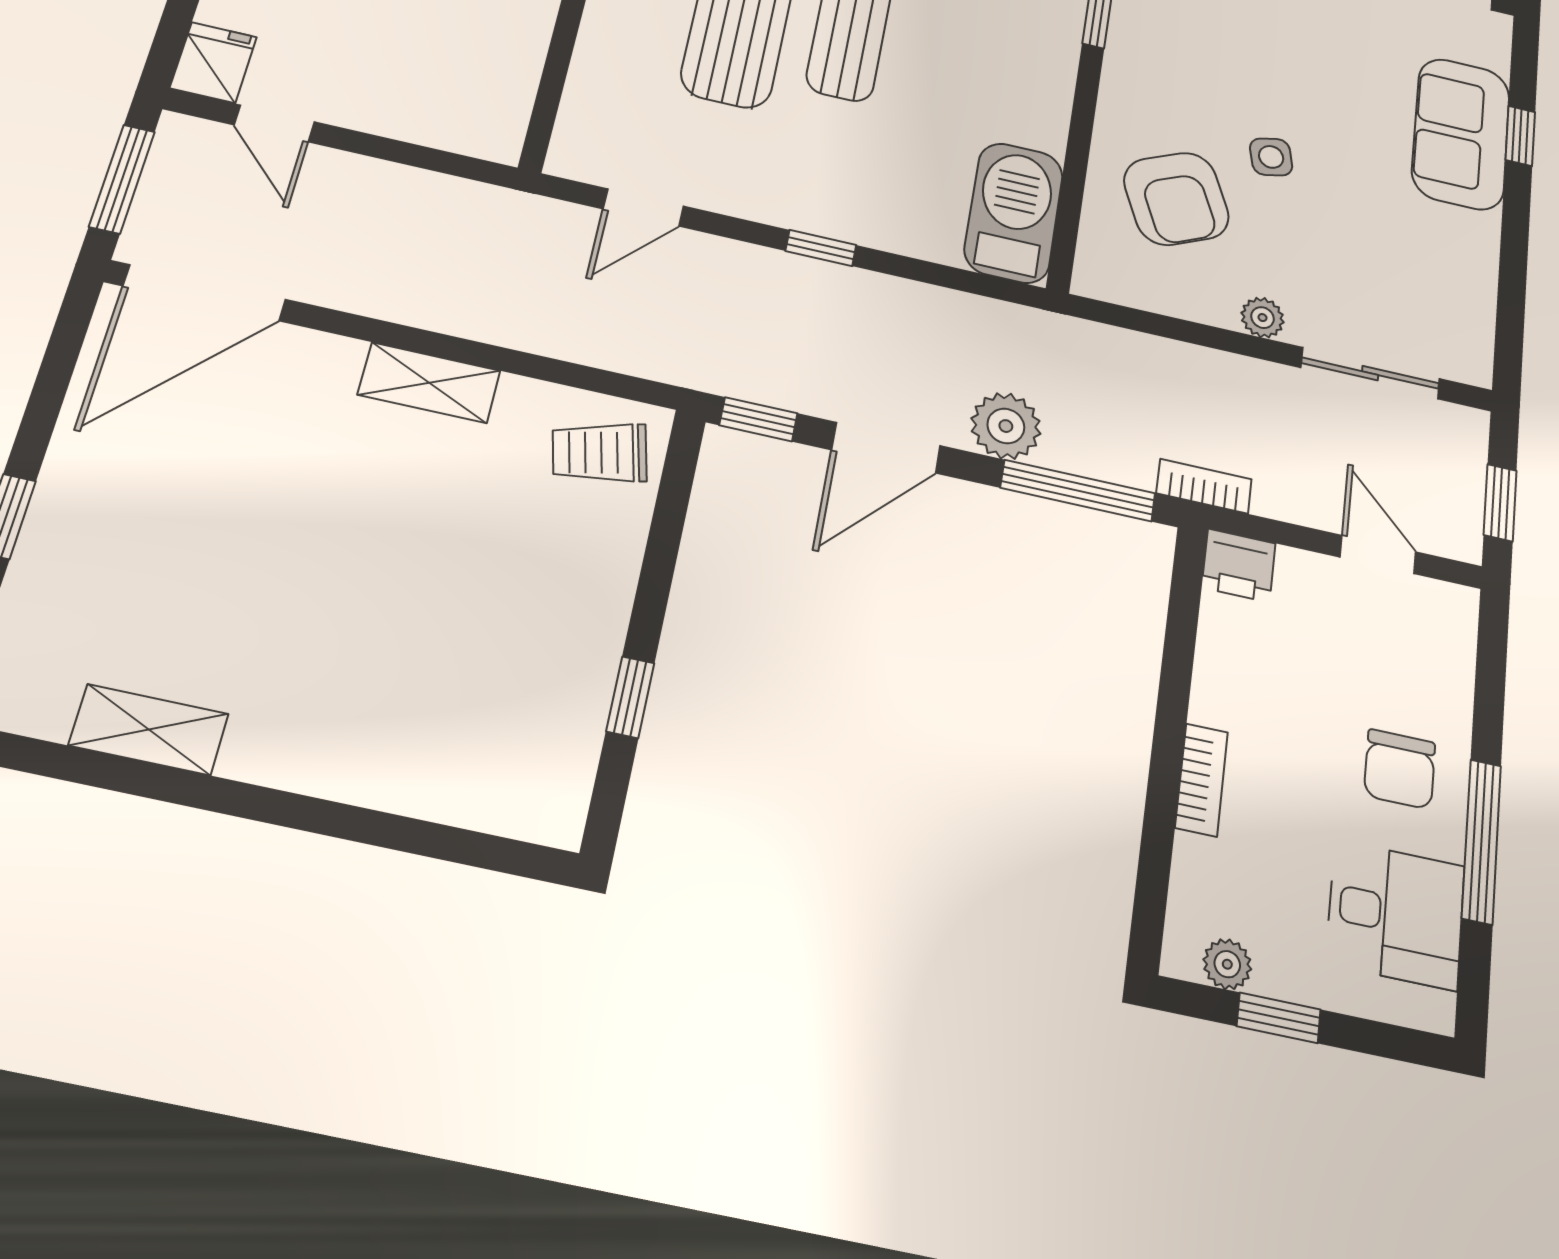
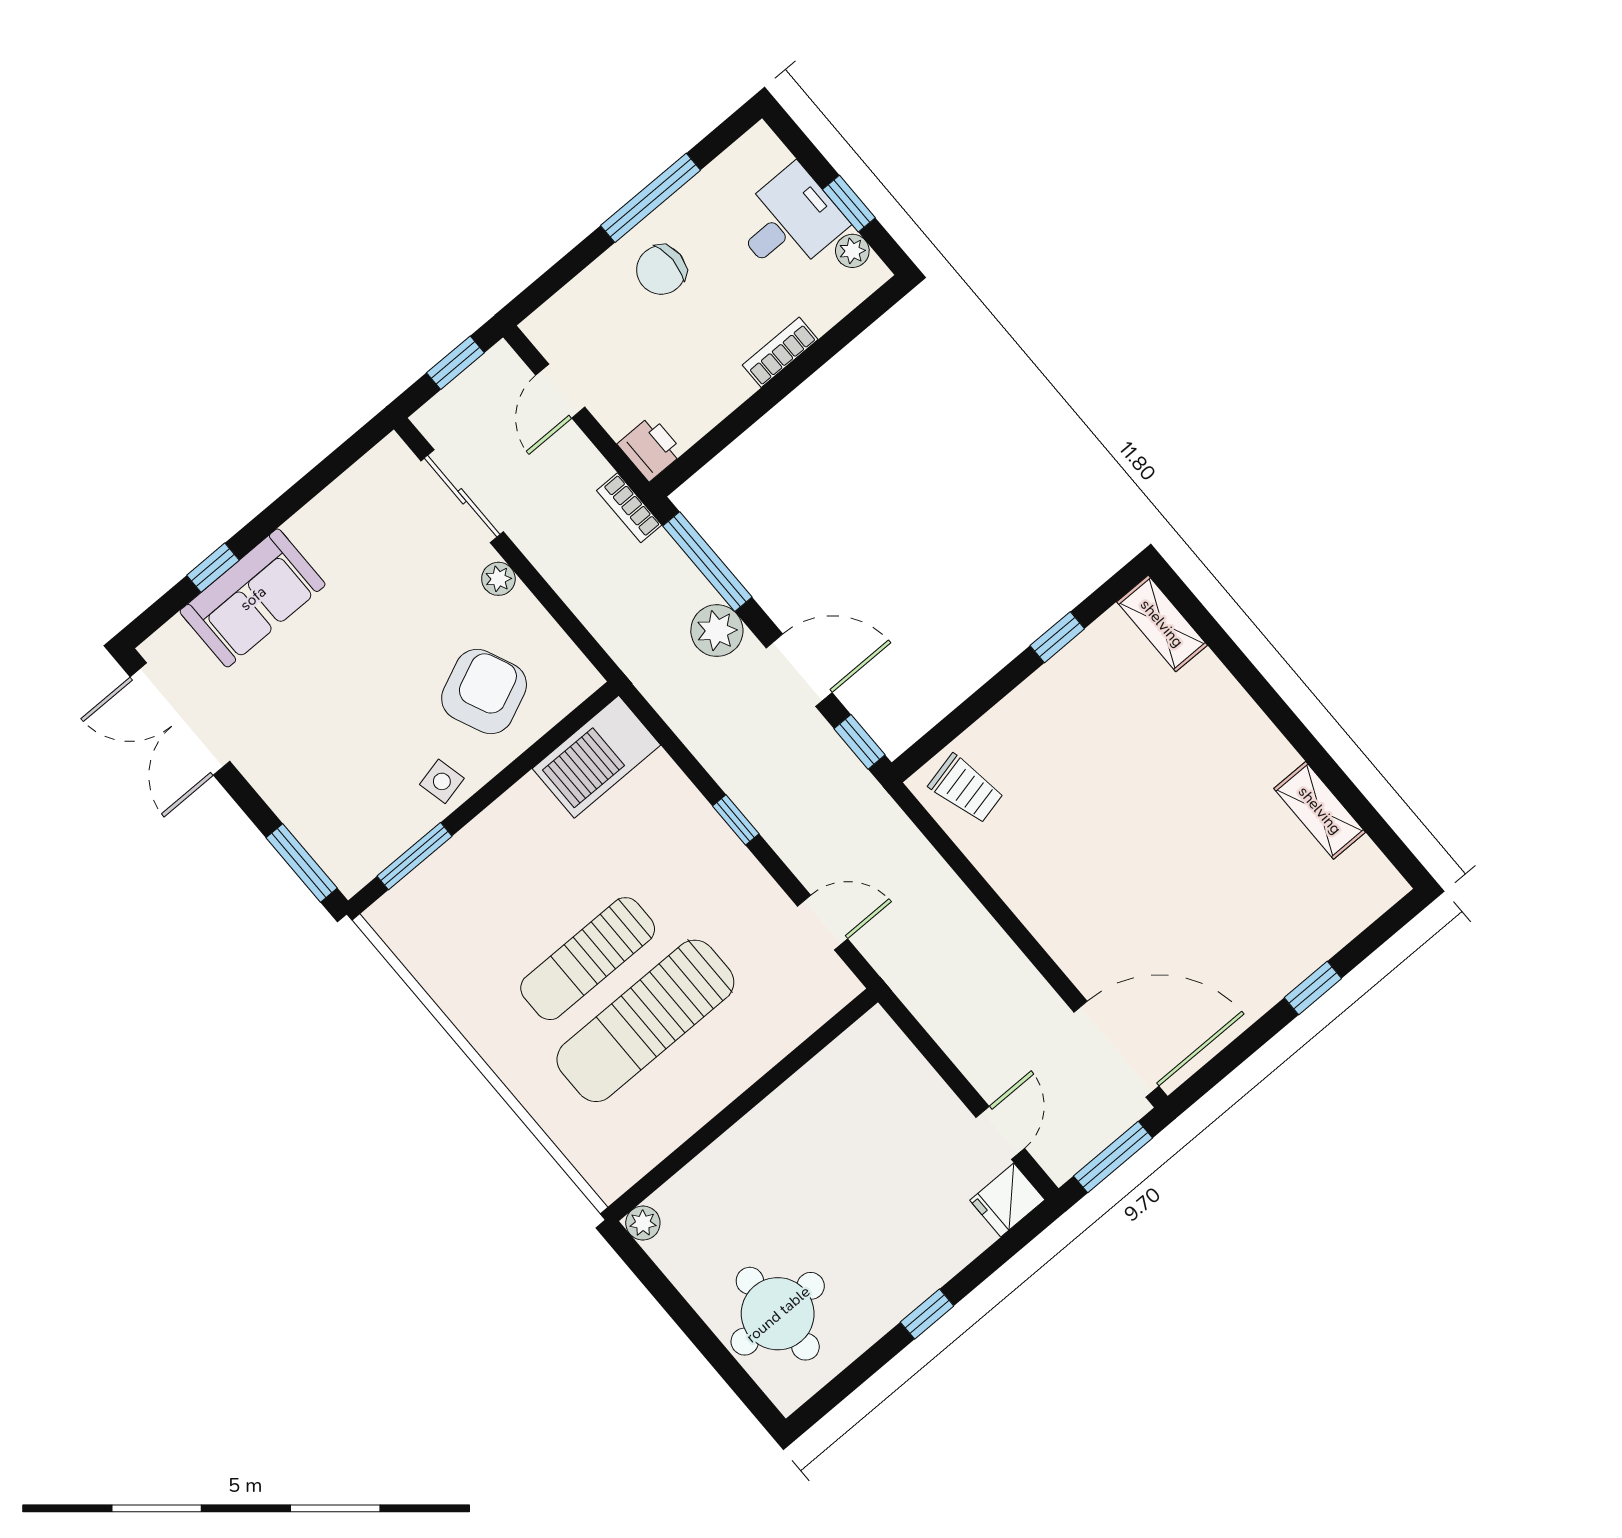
side table: (1271, 157) -> (442, 781), moved
shelving: (429, 383) -> (1162, 623), moved
chair: (1400, 769) -> (661, 270), turned 180
desk: (1396, 915) -> (789, 222), moved, turned 90

